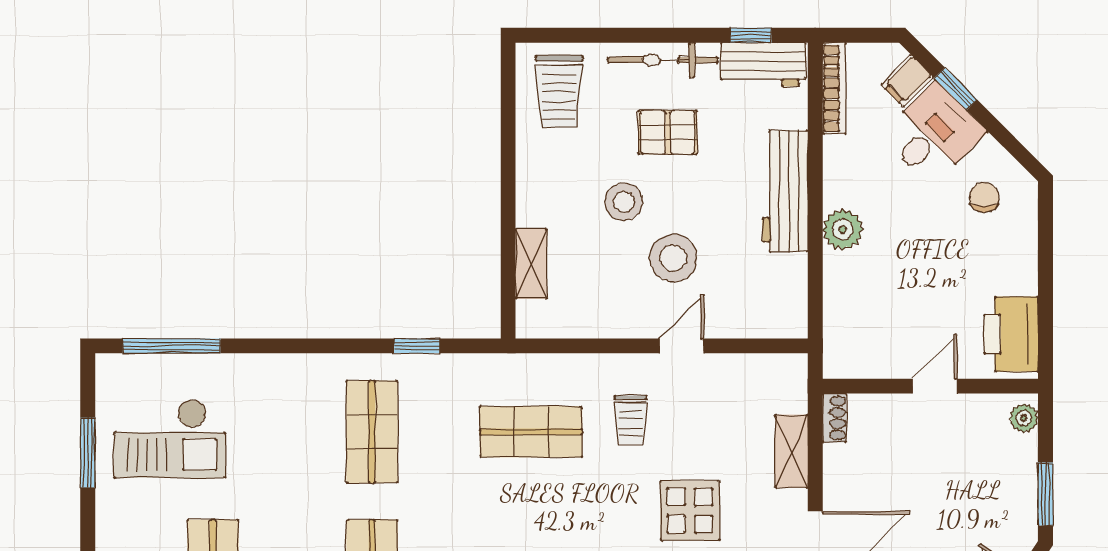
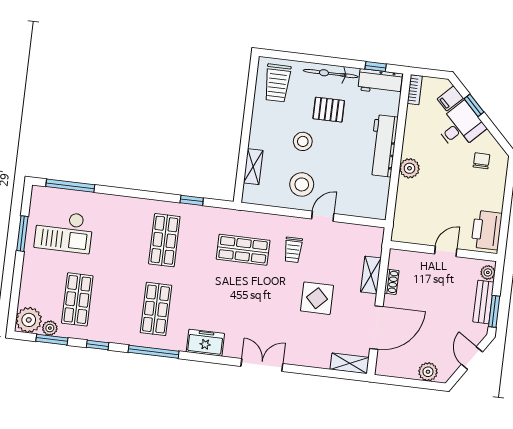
bookcase: (834, 88) -> (415, 90), width x0.64
stool: (673, 258) -> (302, 184), moved
shoe rack: (834, 418) -> (392, 282), moved
bench: (1022, 478) -> (483, 302), added

